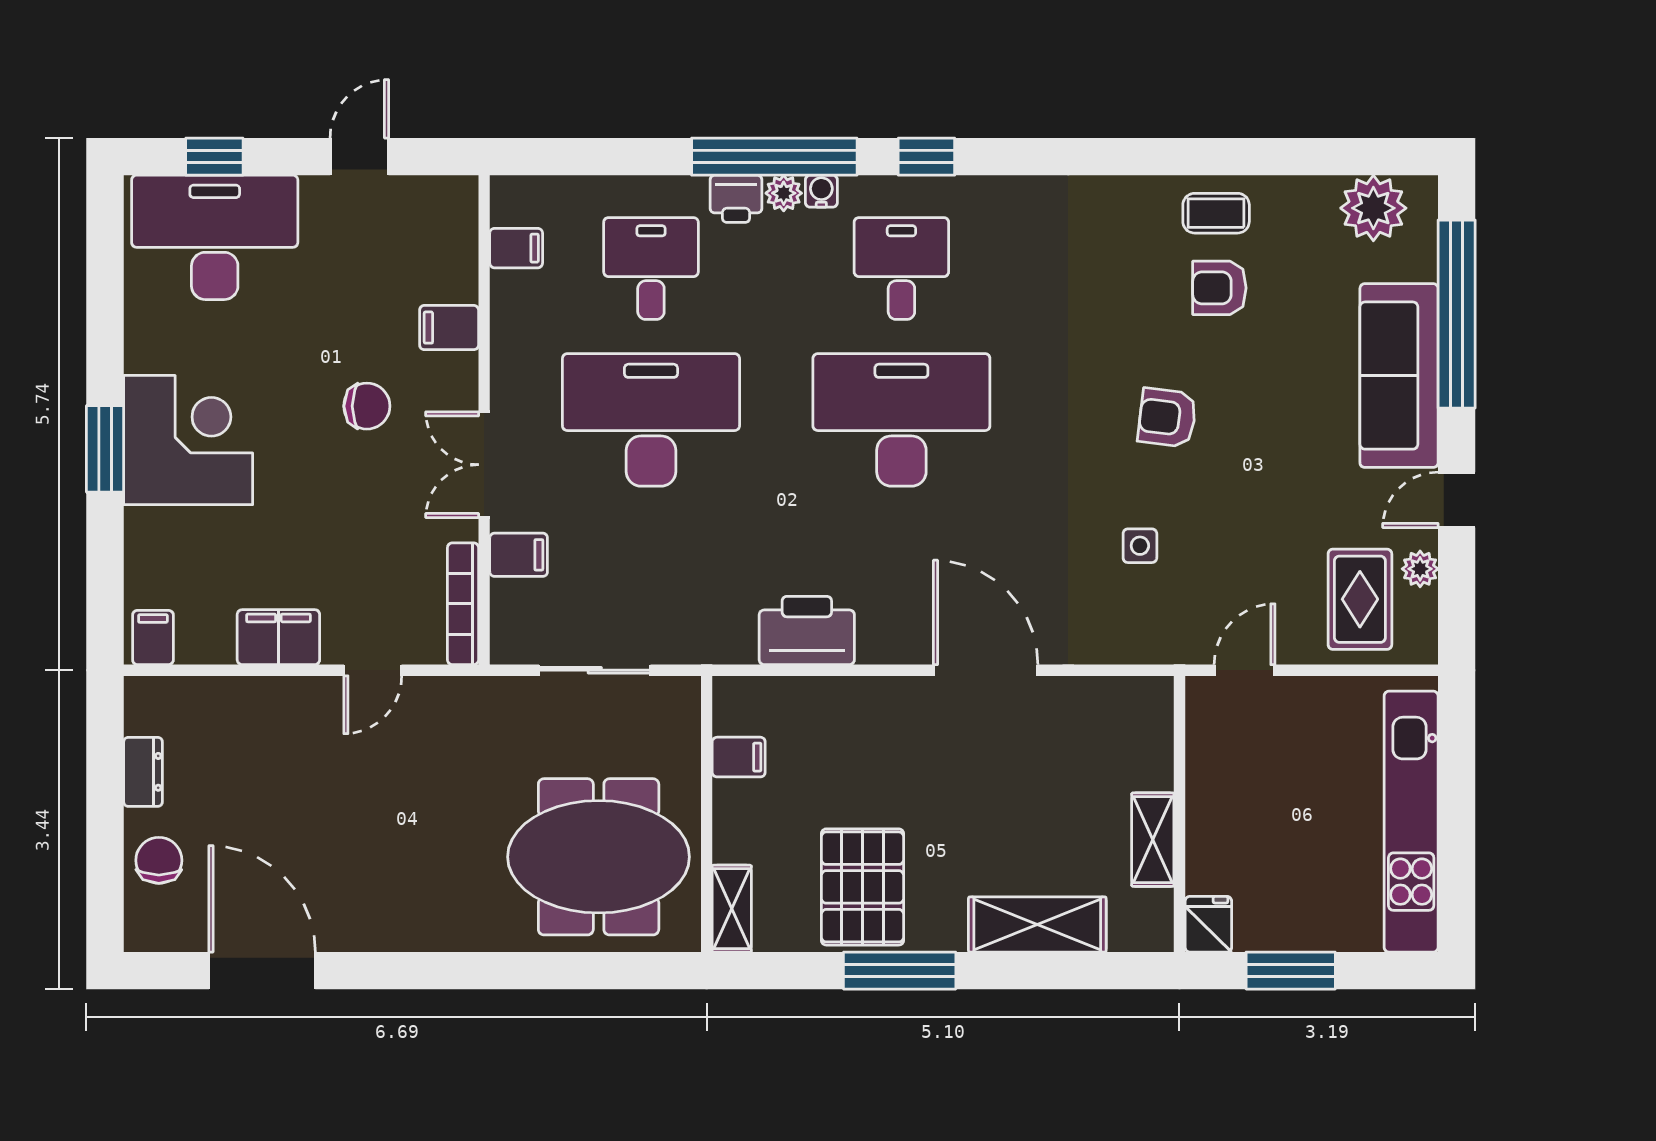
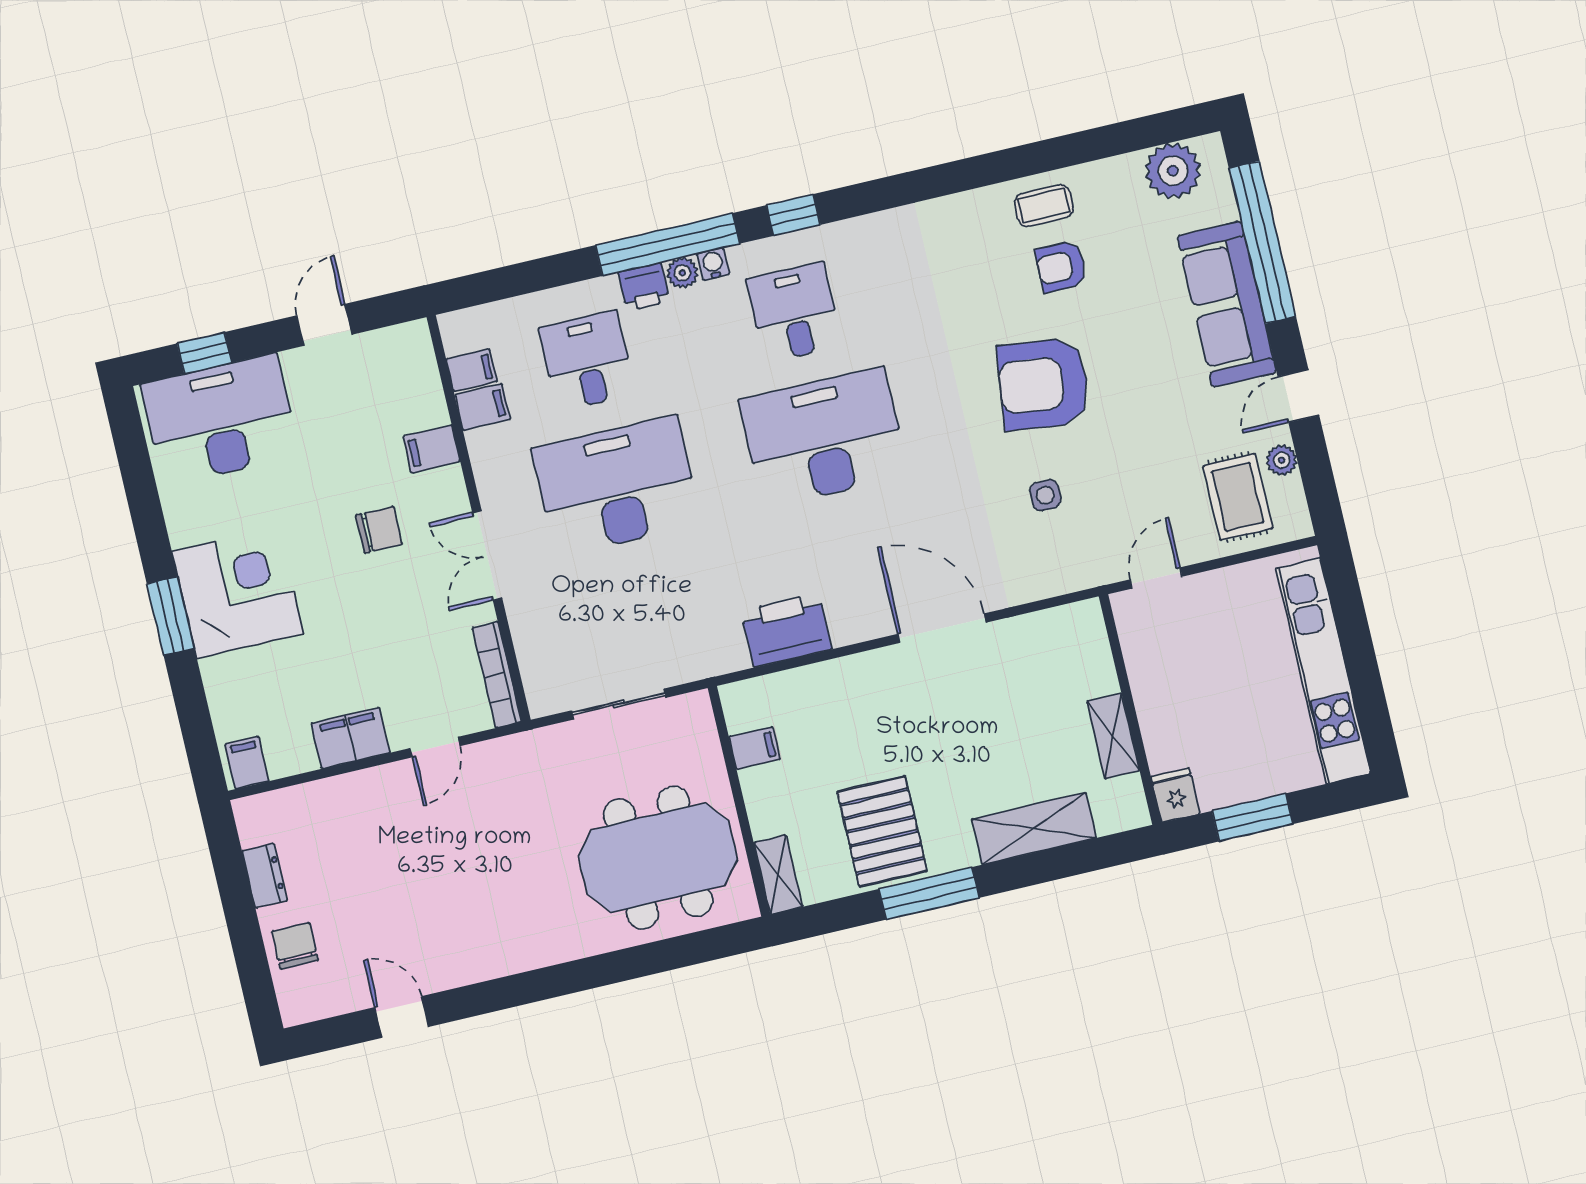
armchair: (1167, 418) -> (1043, 384), width x1.88, depth x1.88
filing cabinet: (519, 555) -> (483, 407), moved
door: (262, 971) -> (402, 1017), width x0.53

